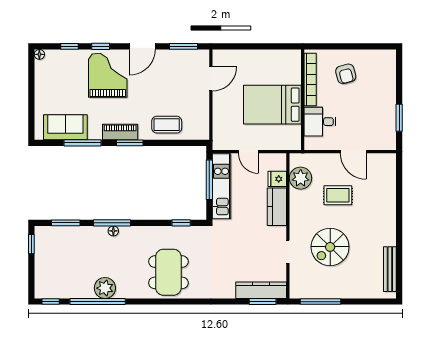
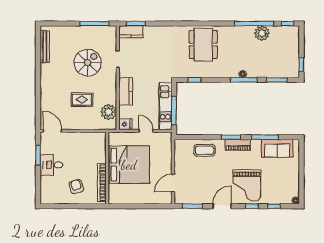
bed: (272, 105) -> (129, 165), width x1.36
desk: (320, 122) -> (51, 165), moved, turned 180
door: (353, 152) -> (52, 131), moved
fridge: (277, 179) -> (125, 124), moved
plant: (105, 288) -> (262, 33), moved
kitchen counter: (261, 290) -> (131, 32), width x0.67

